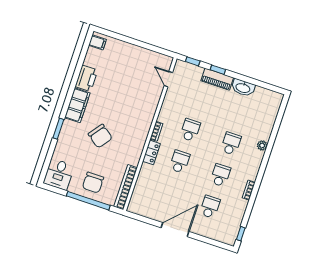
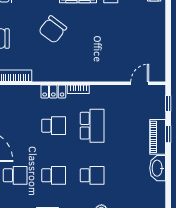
school desk: (190, 130) -> (92, 126), width x1.85

